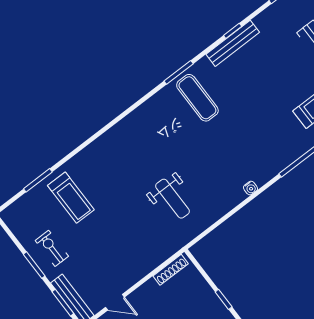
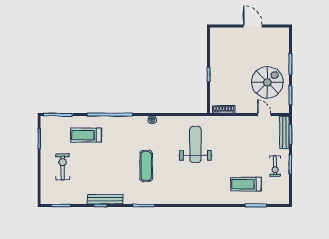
exercise mat: (197, 98) -> (146, 166), moved
treadmill: (71, 198) -> (246, 184), turned -90
weight bench: (173, 199) -> (195, 144), width x1.36, depth x1.33

